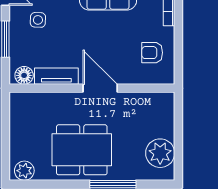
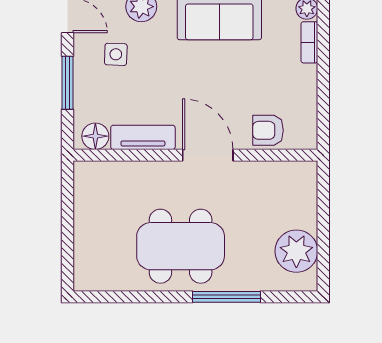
armchair: (152, 53) -> (268, 130), moved
plant: (24, 171) -> (96, 277), removed

